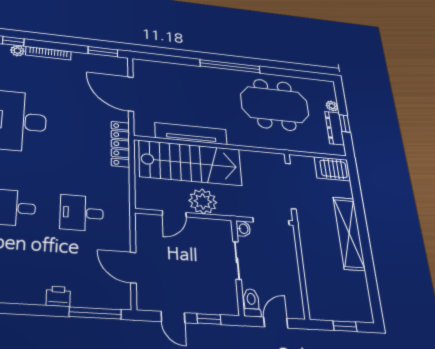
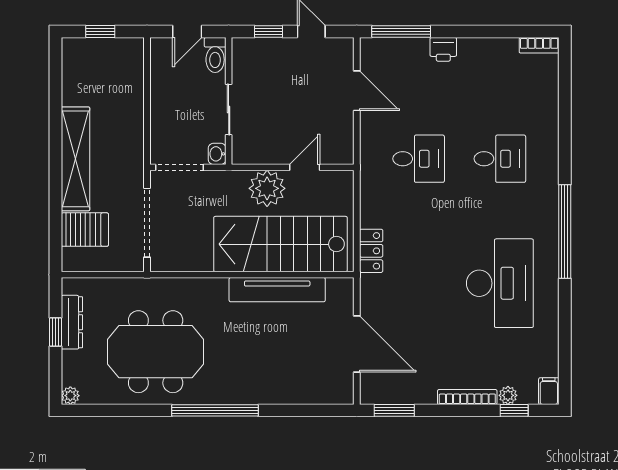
plant: (332, 106) -> (70, 396), moved
locker: (120, 144) -> (371, 251), width x0.66
server rack: (332, 169) -> (85, 230), moved

